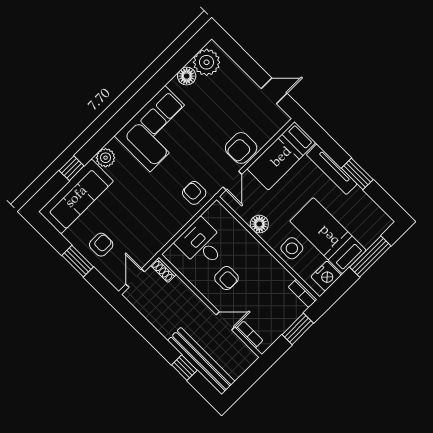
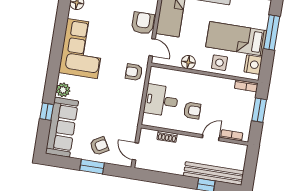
armchair: (241, 148) -> (143, 23), turned 180
armchair: (101, 245) -> (99, 146), turned 60
shoe rack: (163, 270) -> (167, 137), moved

